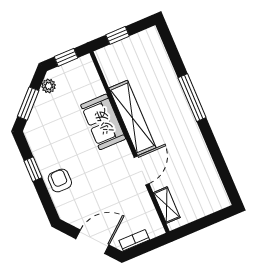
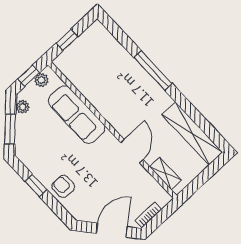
plant: (77, 66) -> (41, 80), added
shelving: (132, 118) -> (192, 133), moved
sofa: (103, 122) -> (77, 115), width x1.36

